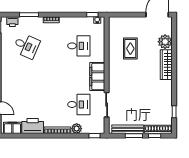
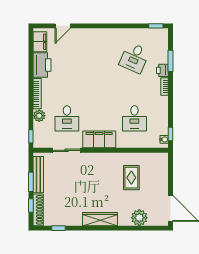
printer: (12, 22) -> (162, 70), moved
rug: (130, 49) -> (131, 178), turned 90
wardrobe: (166, 65) -> (100, 219), moved

